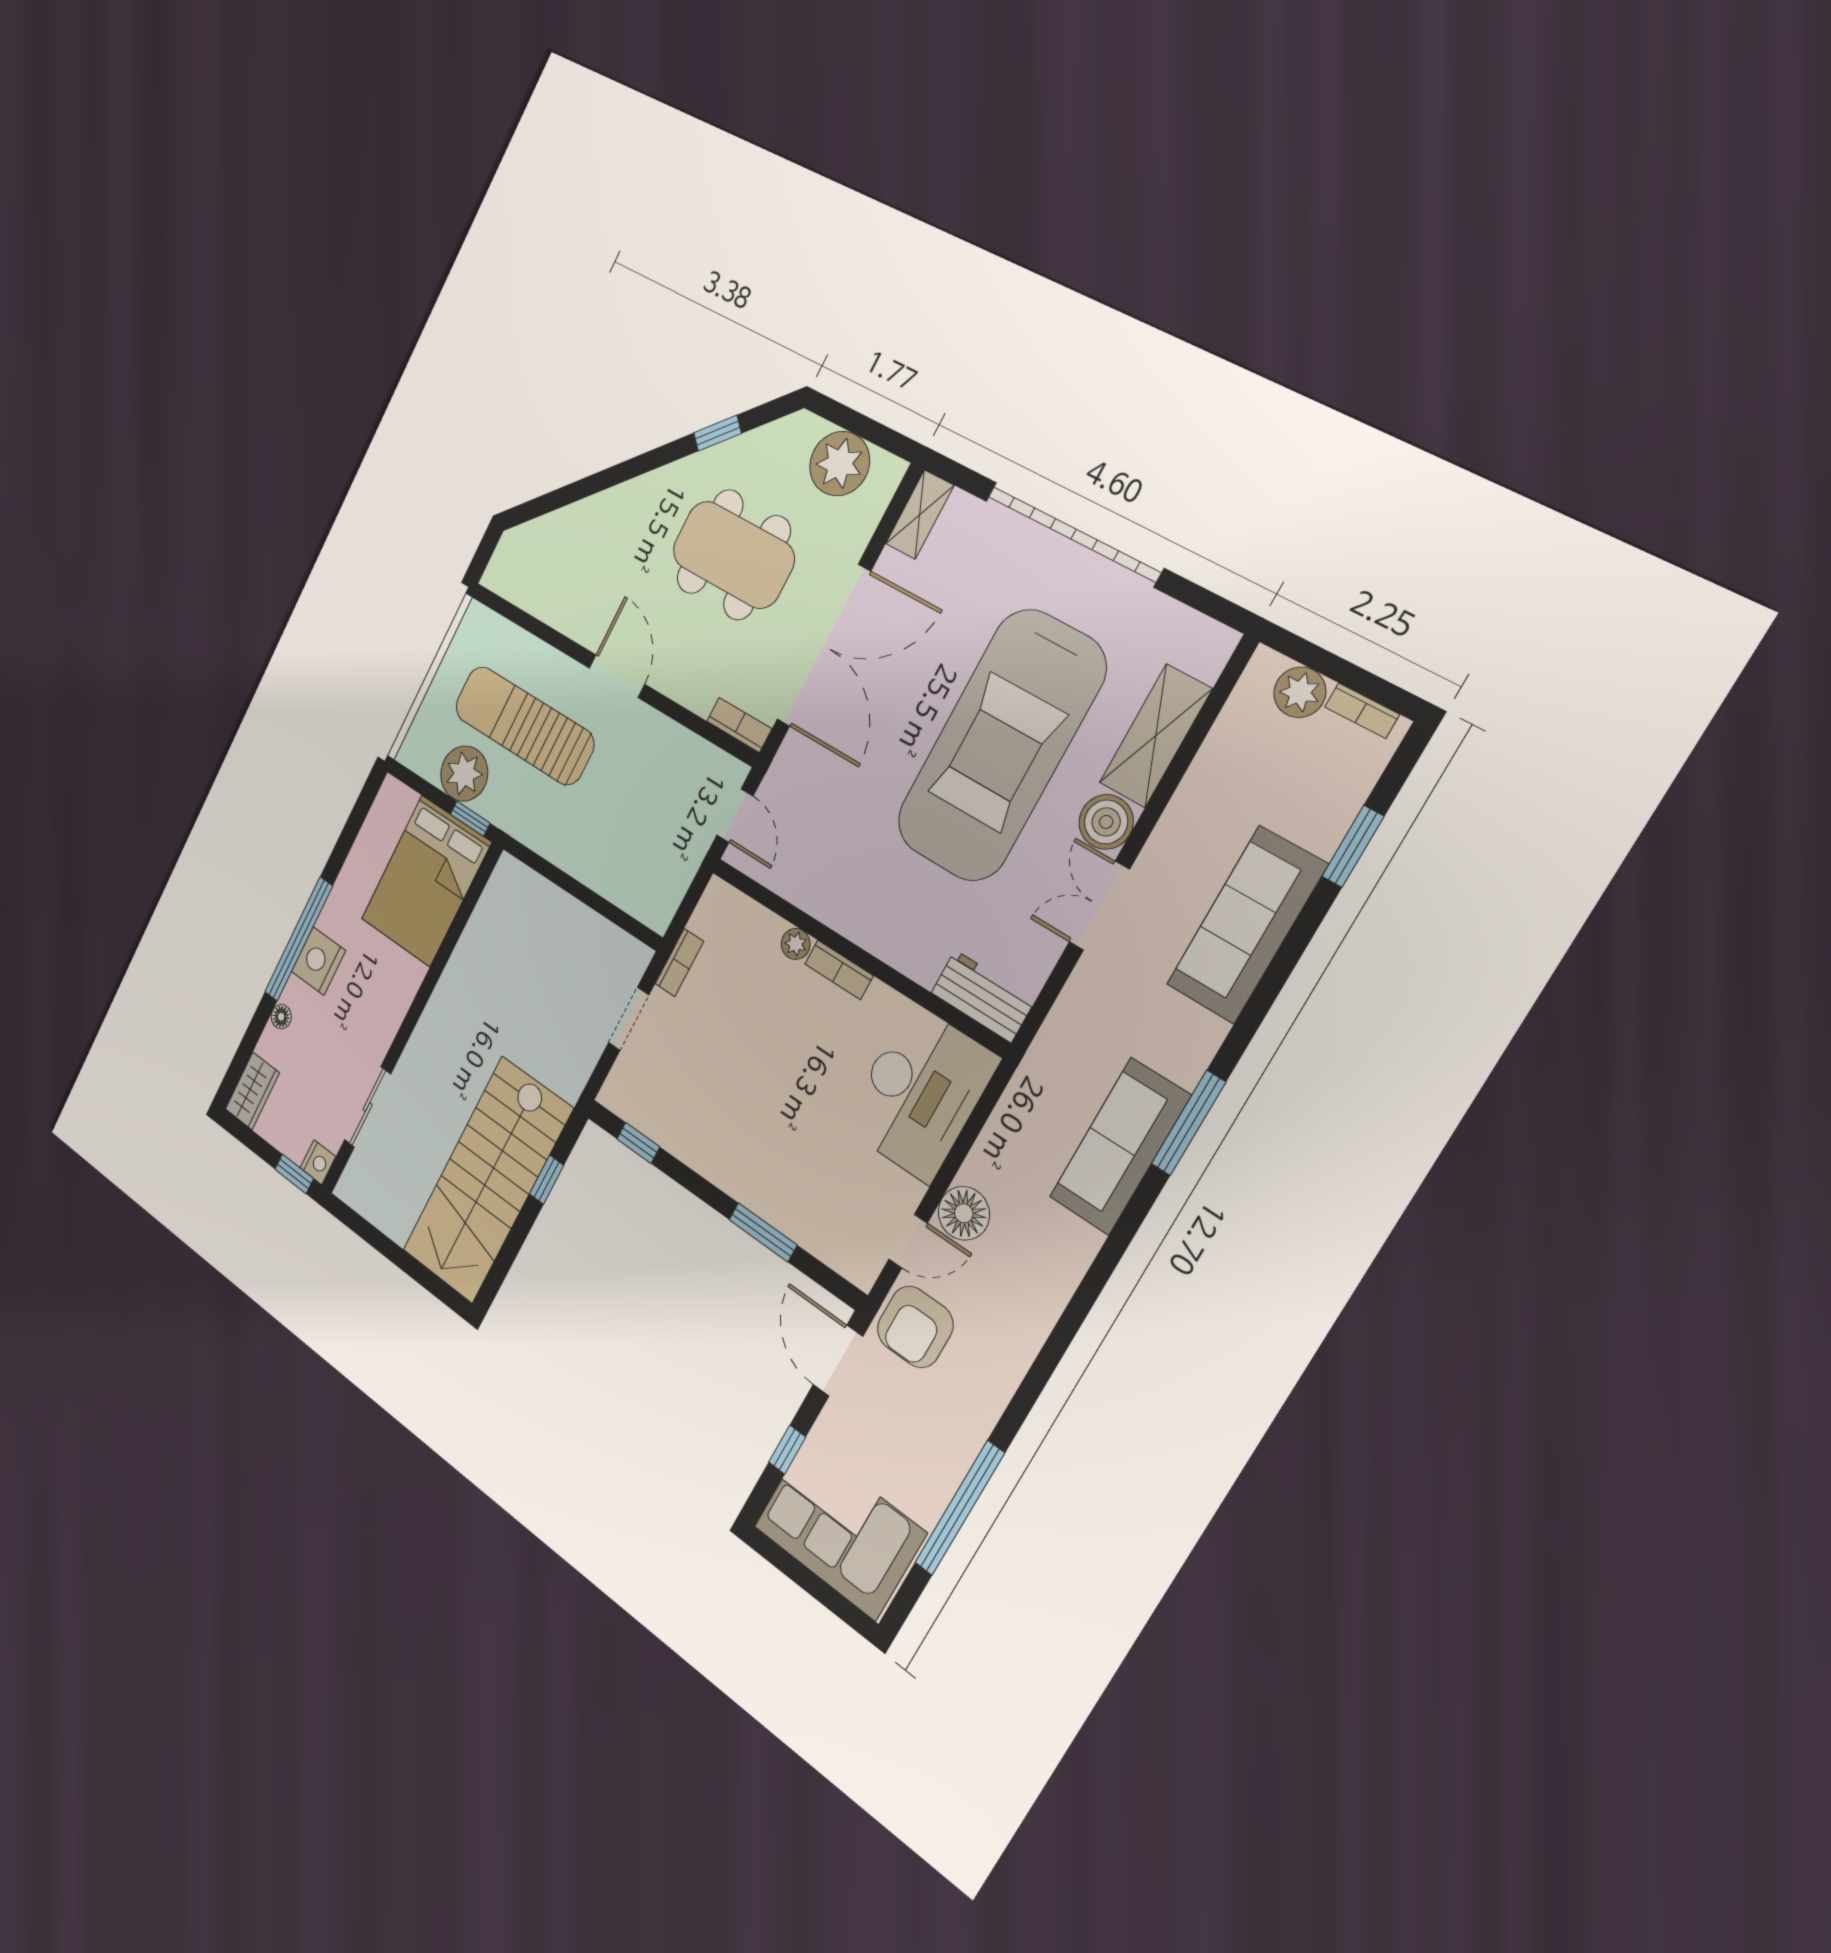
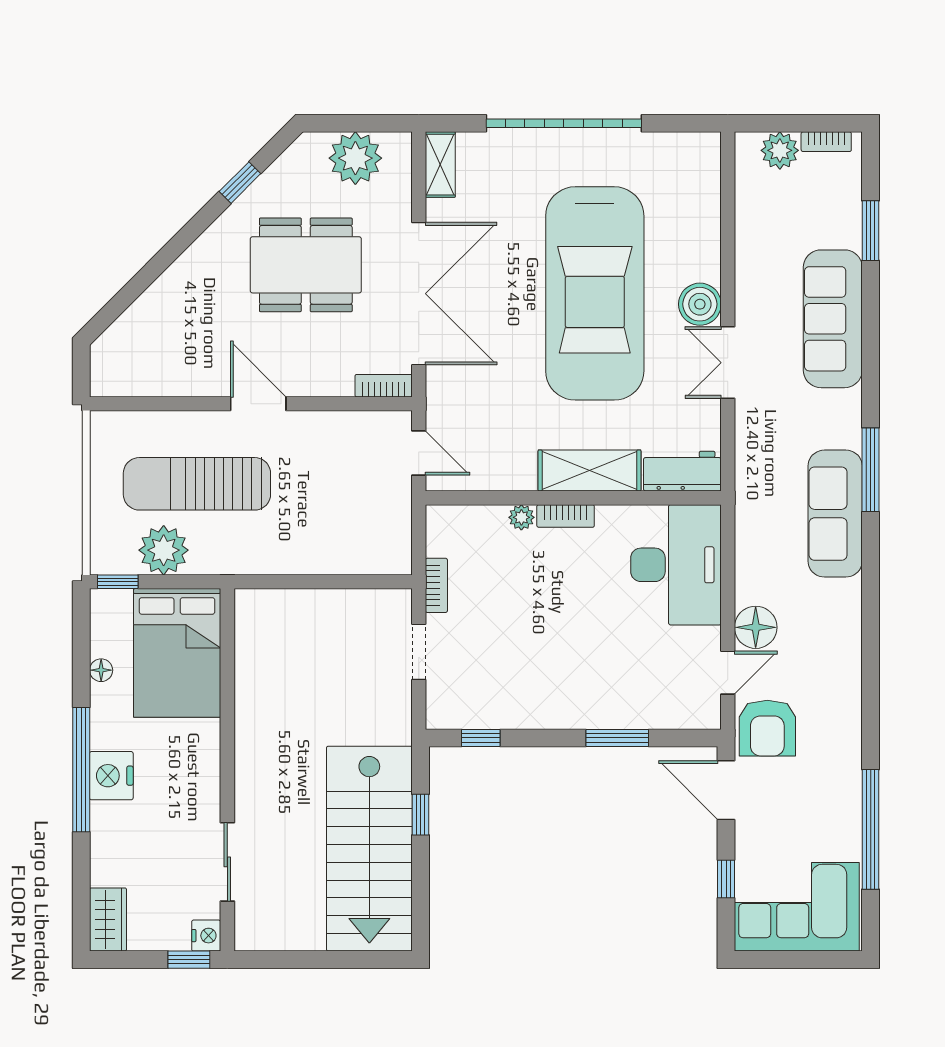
shelving: (1156, 736) -> (589, 471), moved, turned 90
window: (470, 819) -> (118, 582), moved
floor lamp: (281, 1017) -> (101, 670), moved

